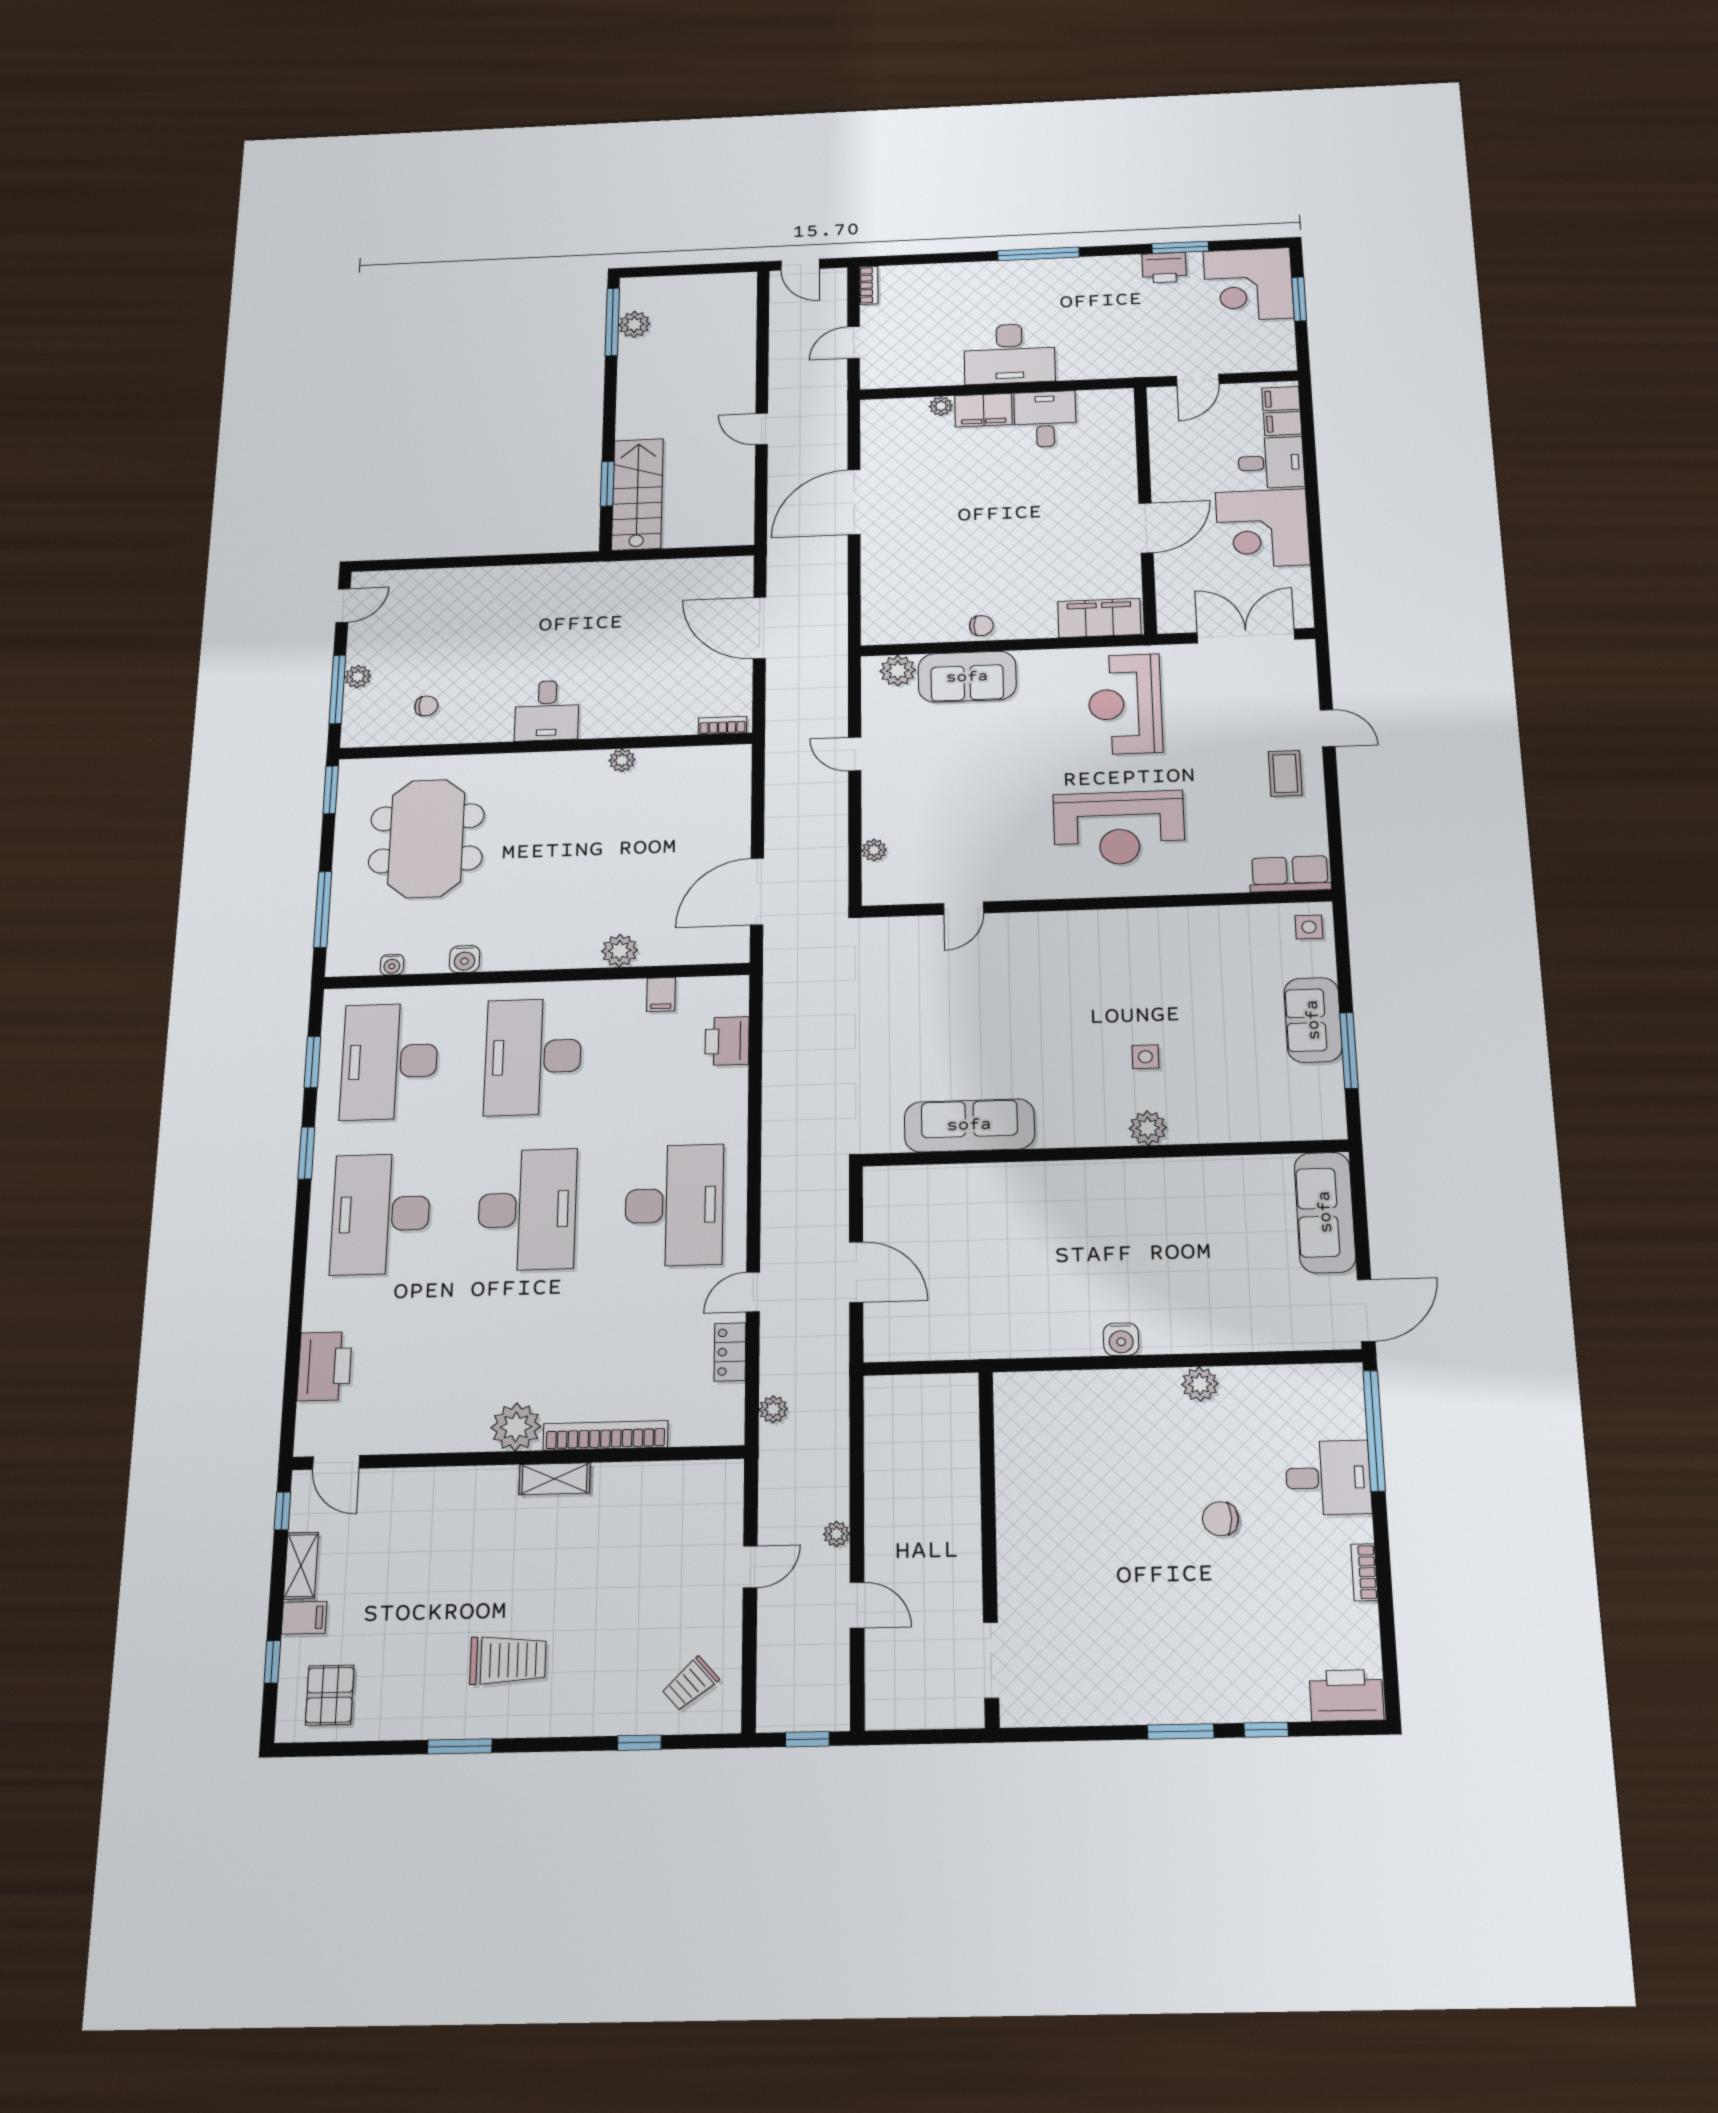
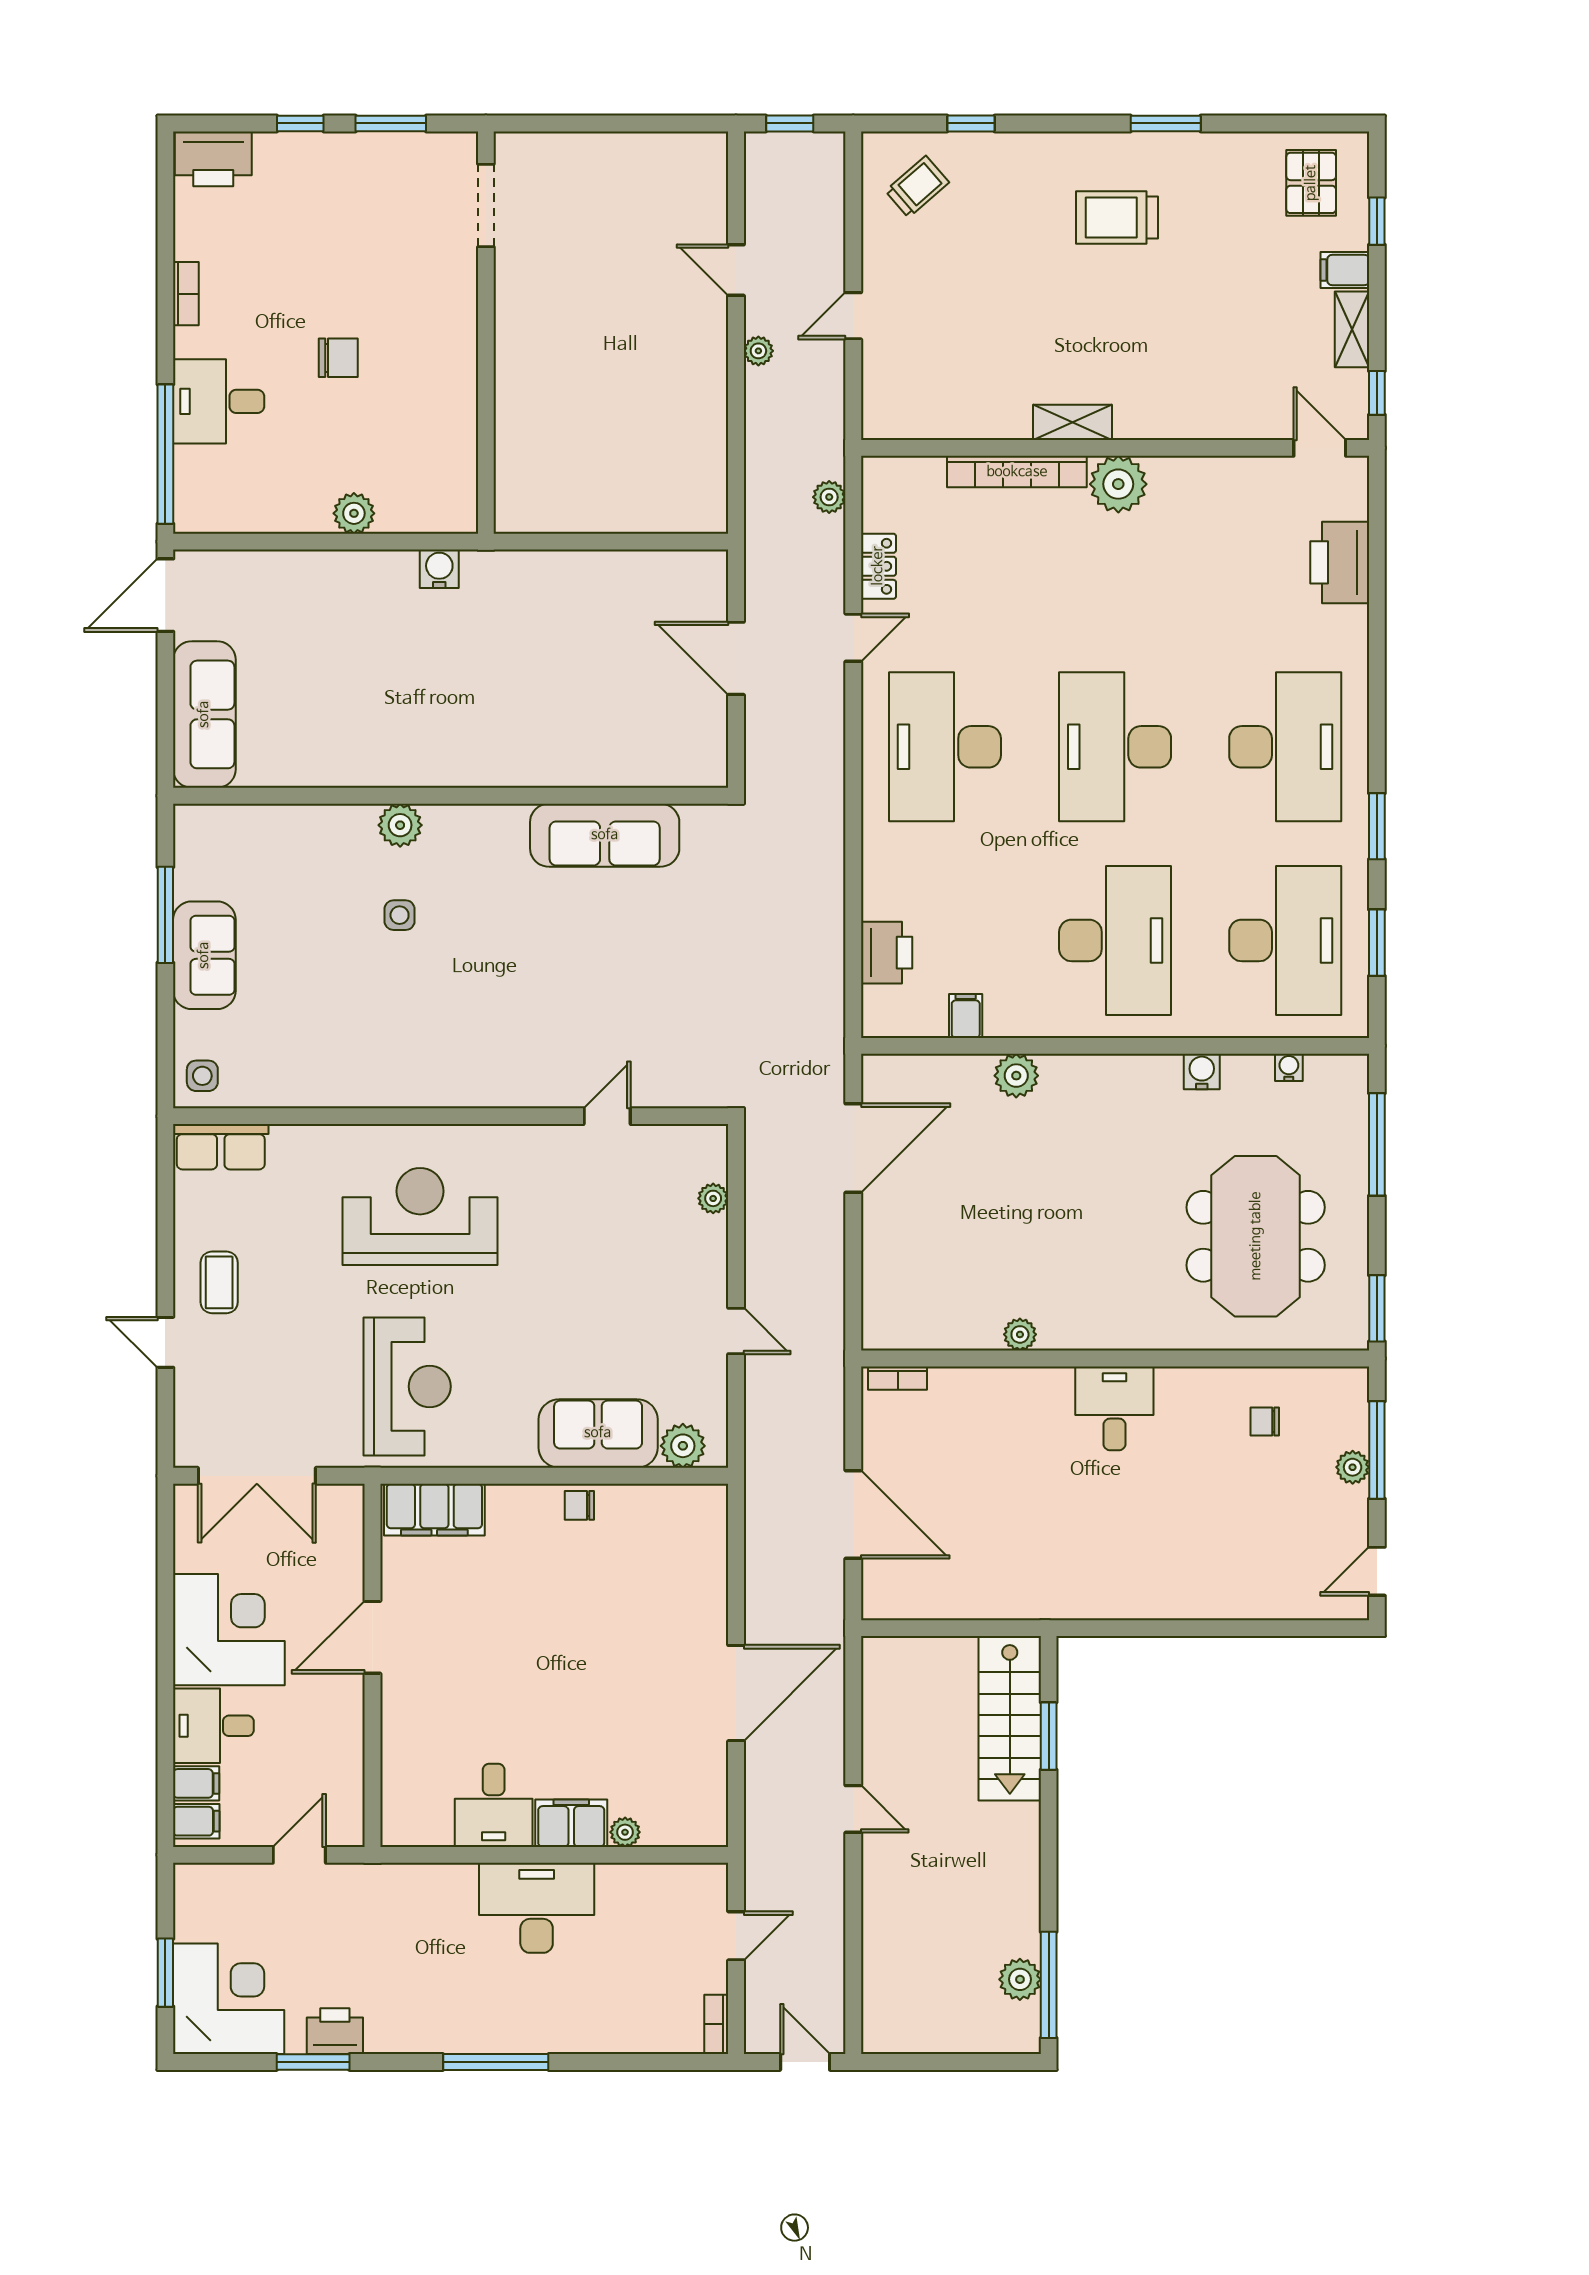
wall: (989, 1546) -> (486, 333), moved
doorway: (991, 1660) -> (486, 206), moved

